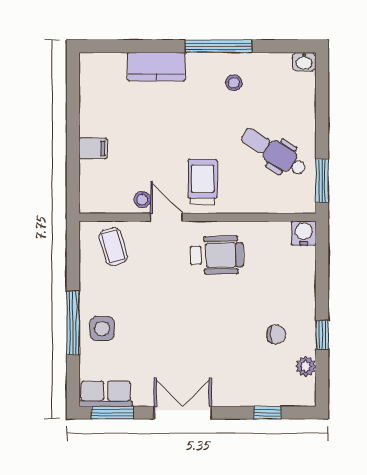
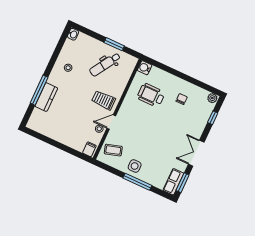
window: (219, 46) -> (39, 90), moved
filing cabinet: (93, 148) -> (89, 149), moved
window: (322, 181) -> (114, 44), moved
wheelchair: (217, 255) -> (151, 95), moved, turned -89
side table: (102, 329) -> (135, 166), moved
window: (322, 335) -> (191, 80), removed
plant: (306, 366) -> (212, 98), moved

